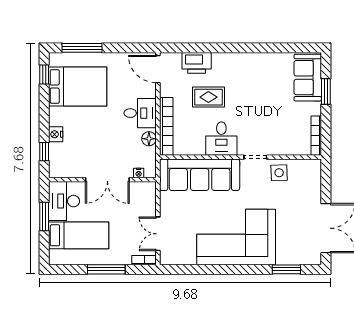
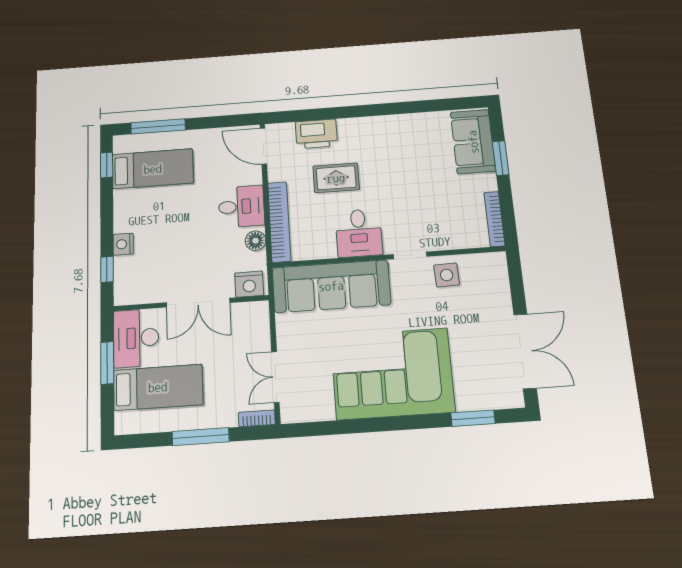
bed: (78, 87) -> (153, 169), width x0.67
nightstand: (139, 173) -> (249, 284), width x1.89, depth x1.79

